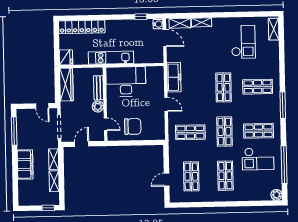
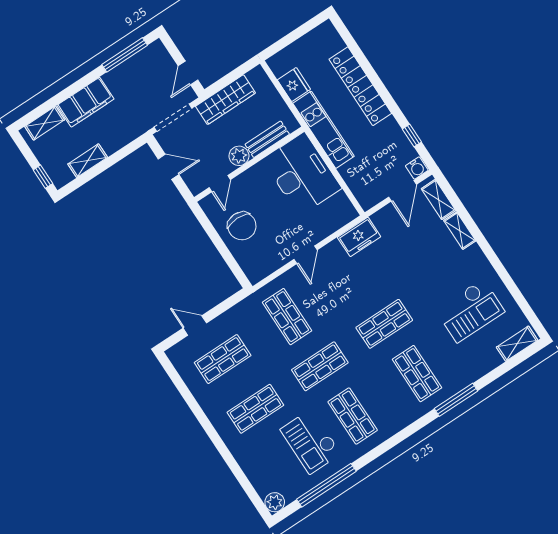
locker: (82, 27) -> (360, 86), moved
fridge: (66, 57) -> (294, 85), moved, turned -90
freezer: (174, 77) -> (359, 237), width x0.71
wardrobe: (66, 85) -> (225, 100), moved
window: (283, 105) -> (456, 400), moved
shelving: (54, 159) -> (45, 123), moved

